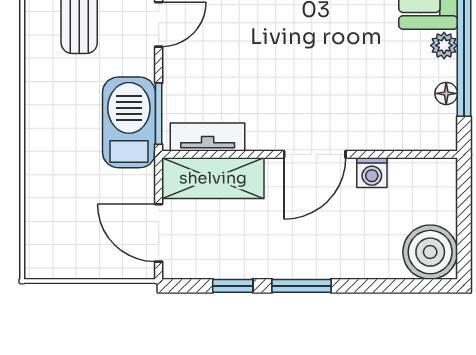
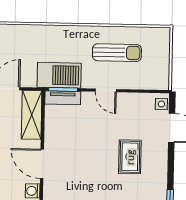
tv unit: (208, 137) -> (63, 98), moved, turned 90

